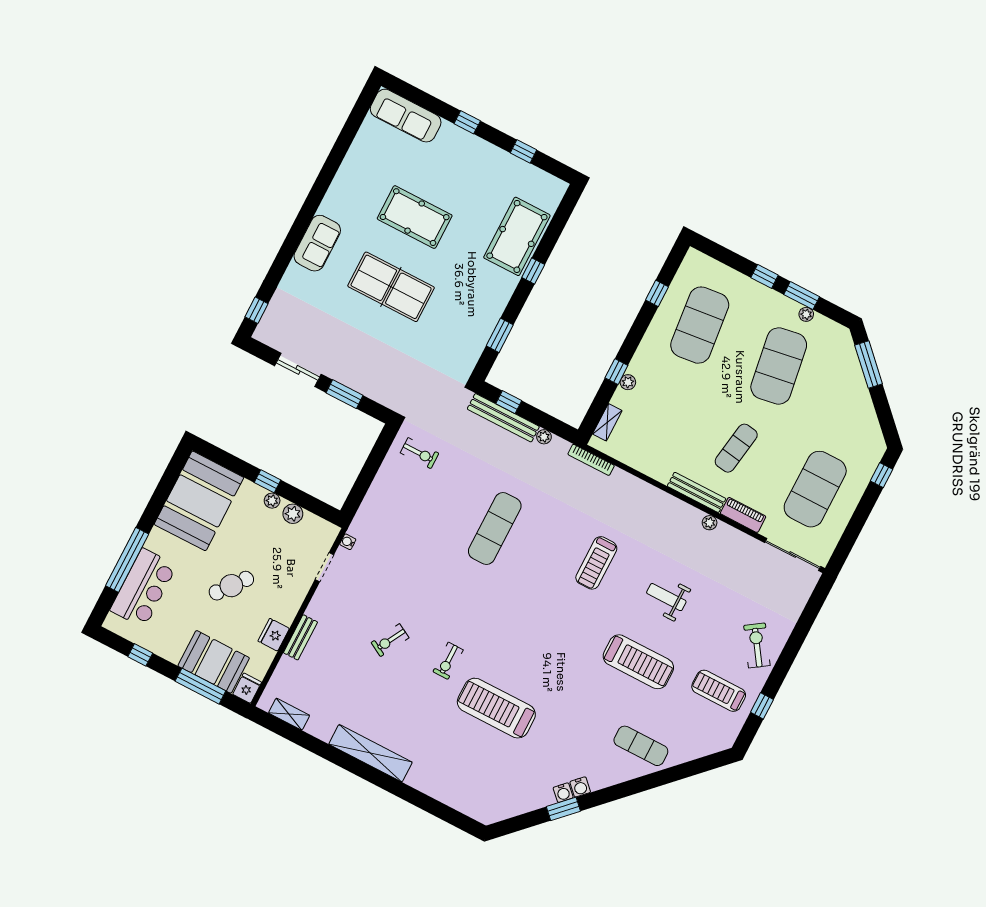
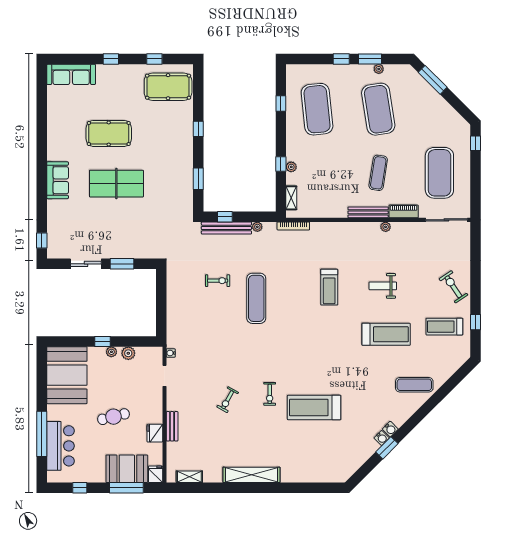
pool table: (517, 236) -> (168, 87), moved, turned 90
exercise bike: (419, 453) -> (218, 281), moved
cafe table: (231, 586) -> (113, 417), turned 38

